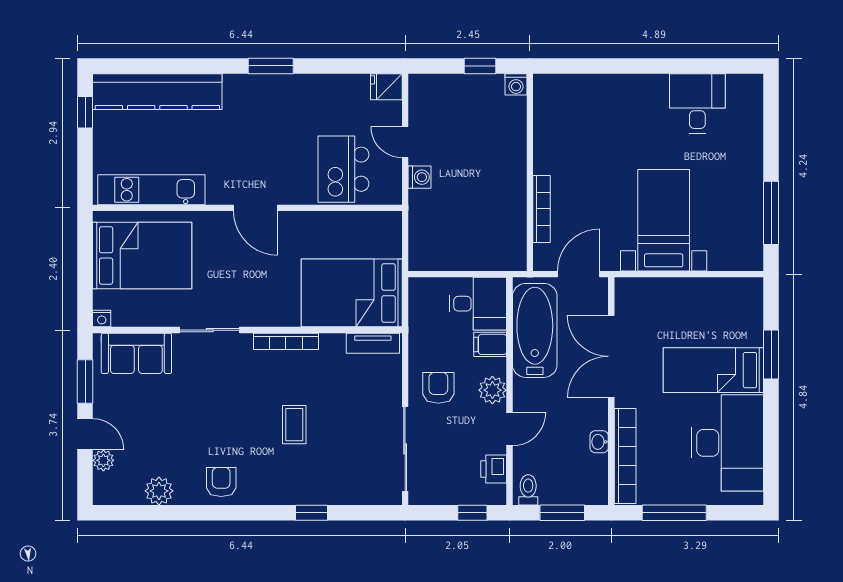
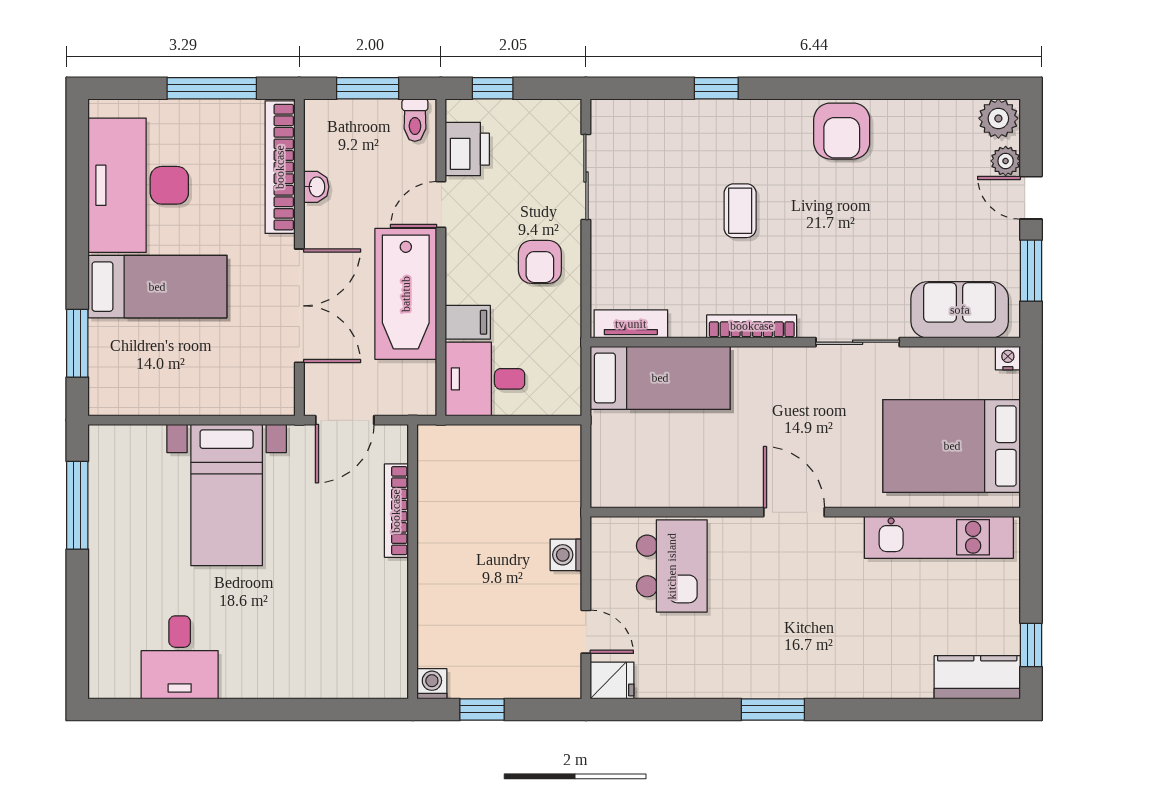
kitchen counter: (157, 92) -> (977, 677), width x0.48, depth x0.86
door: (405, 142) -> (586, 632), moved
bed: (352, 293) -> (660, 378), width x0.67
bathtub: (535, 330) -> (406, 294), moved
window: (771, 355) -> (77, 343), moved
plant: (492, 390) -> (465, 259), removed
sliding door: (405, 449) -> (586, 177), width x0.73
printer: (494, 469) -> (467, 149), width x1.36, depth x1.24
armchair: (221, 482) -> (842, 131), width x1.38, depth x1.38
plant: (159, 491) -> (998, 118), moved

